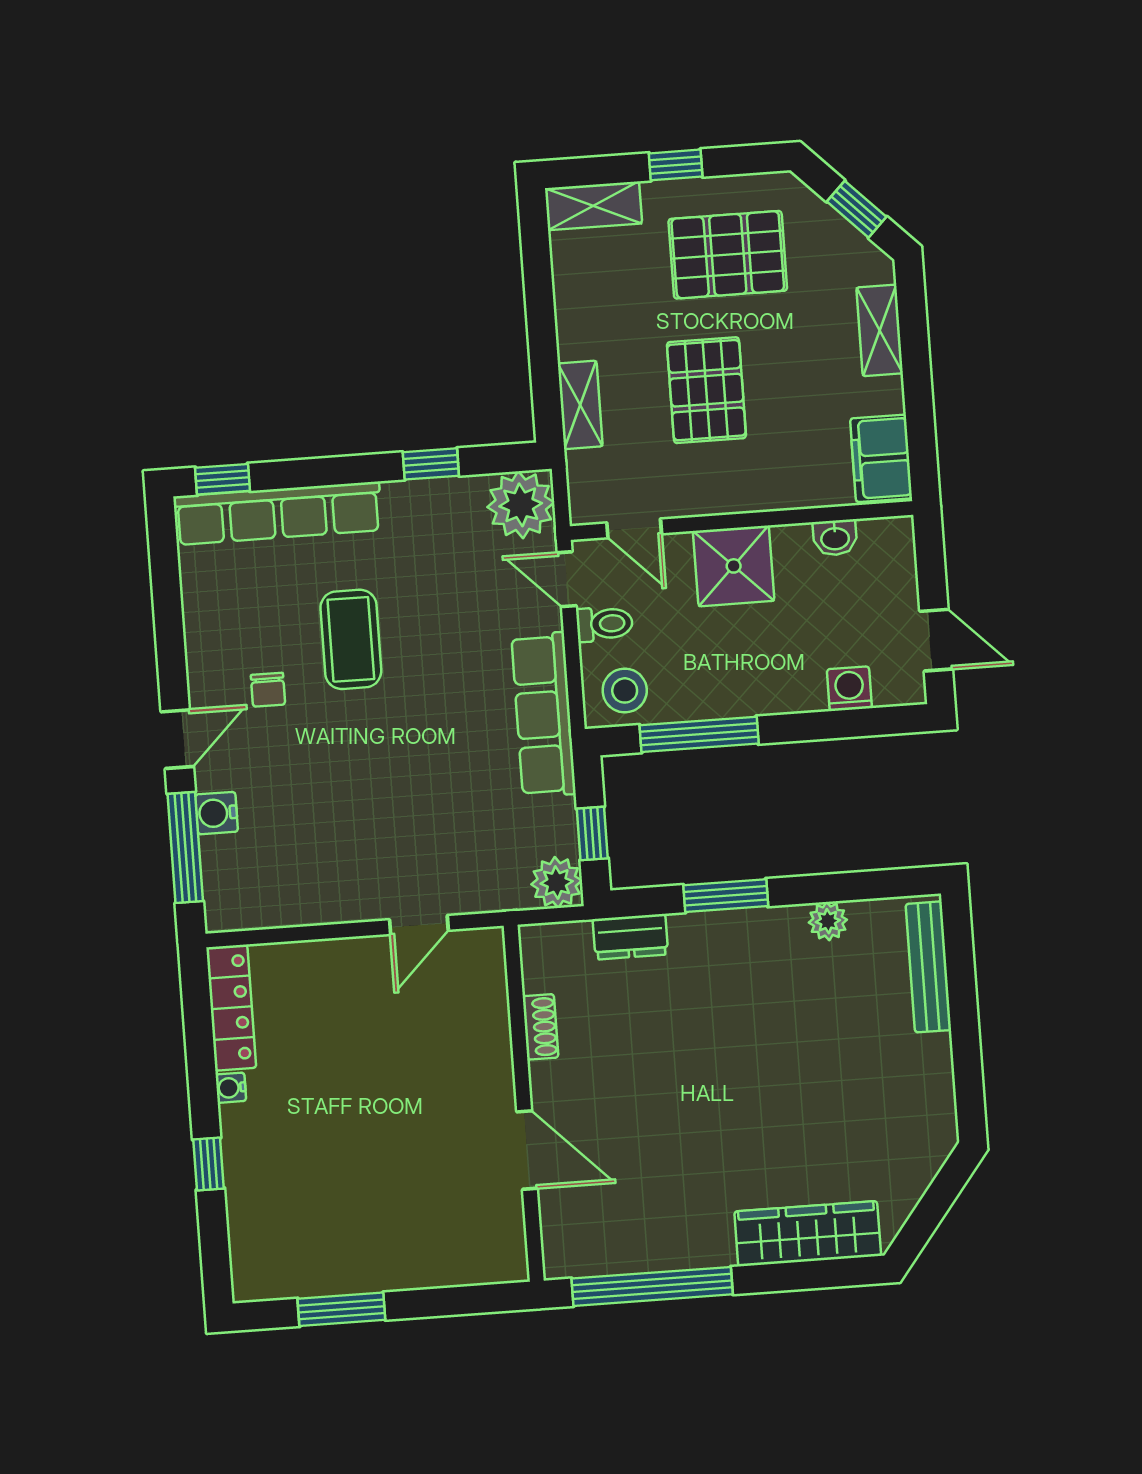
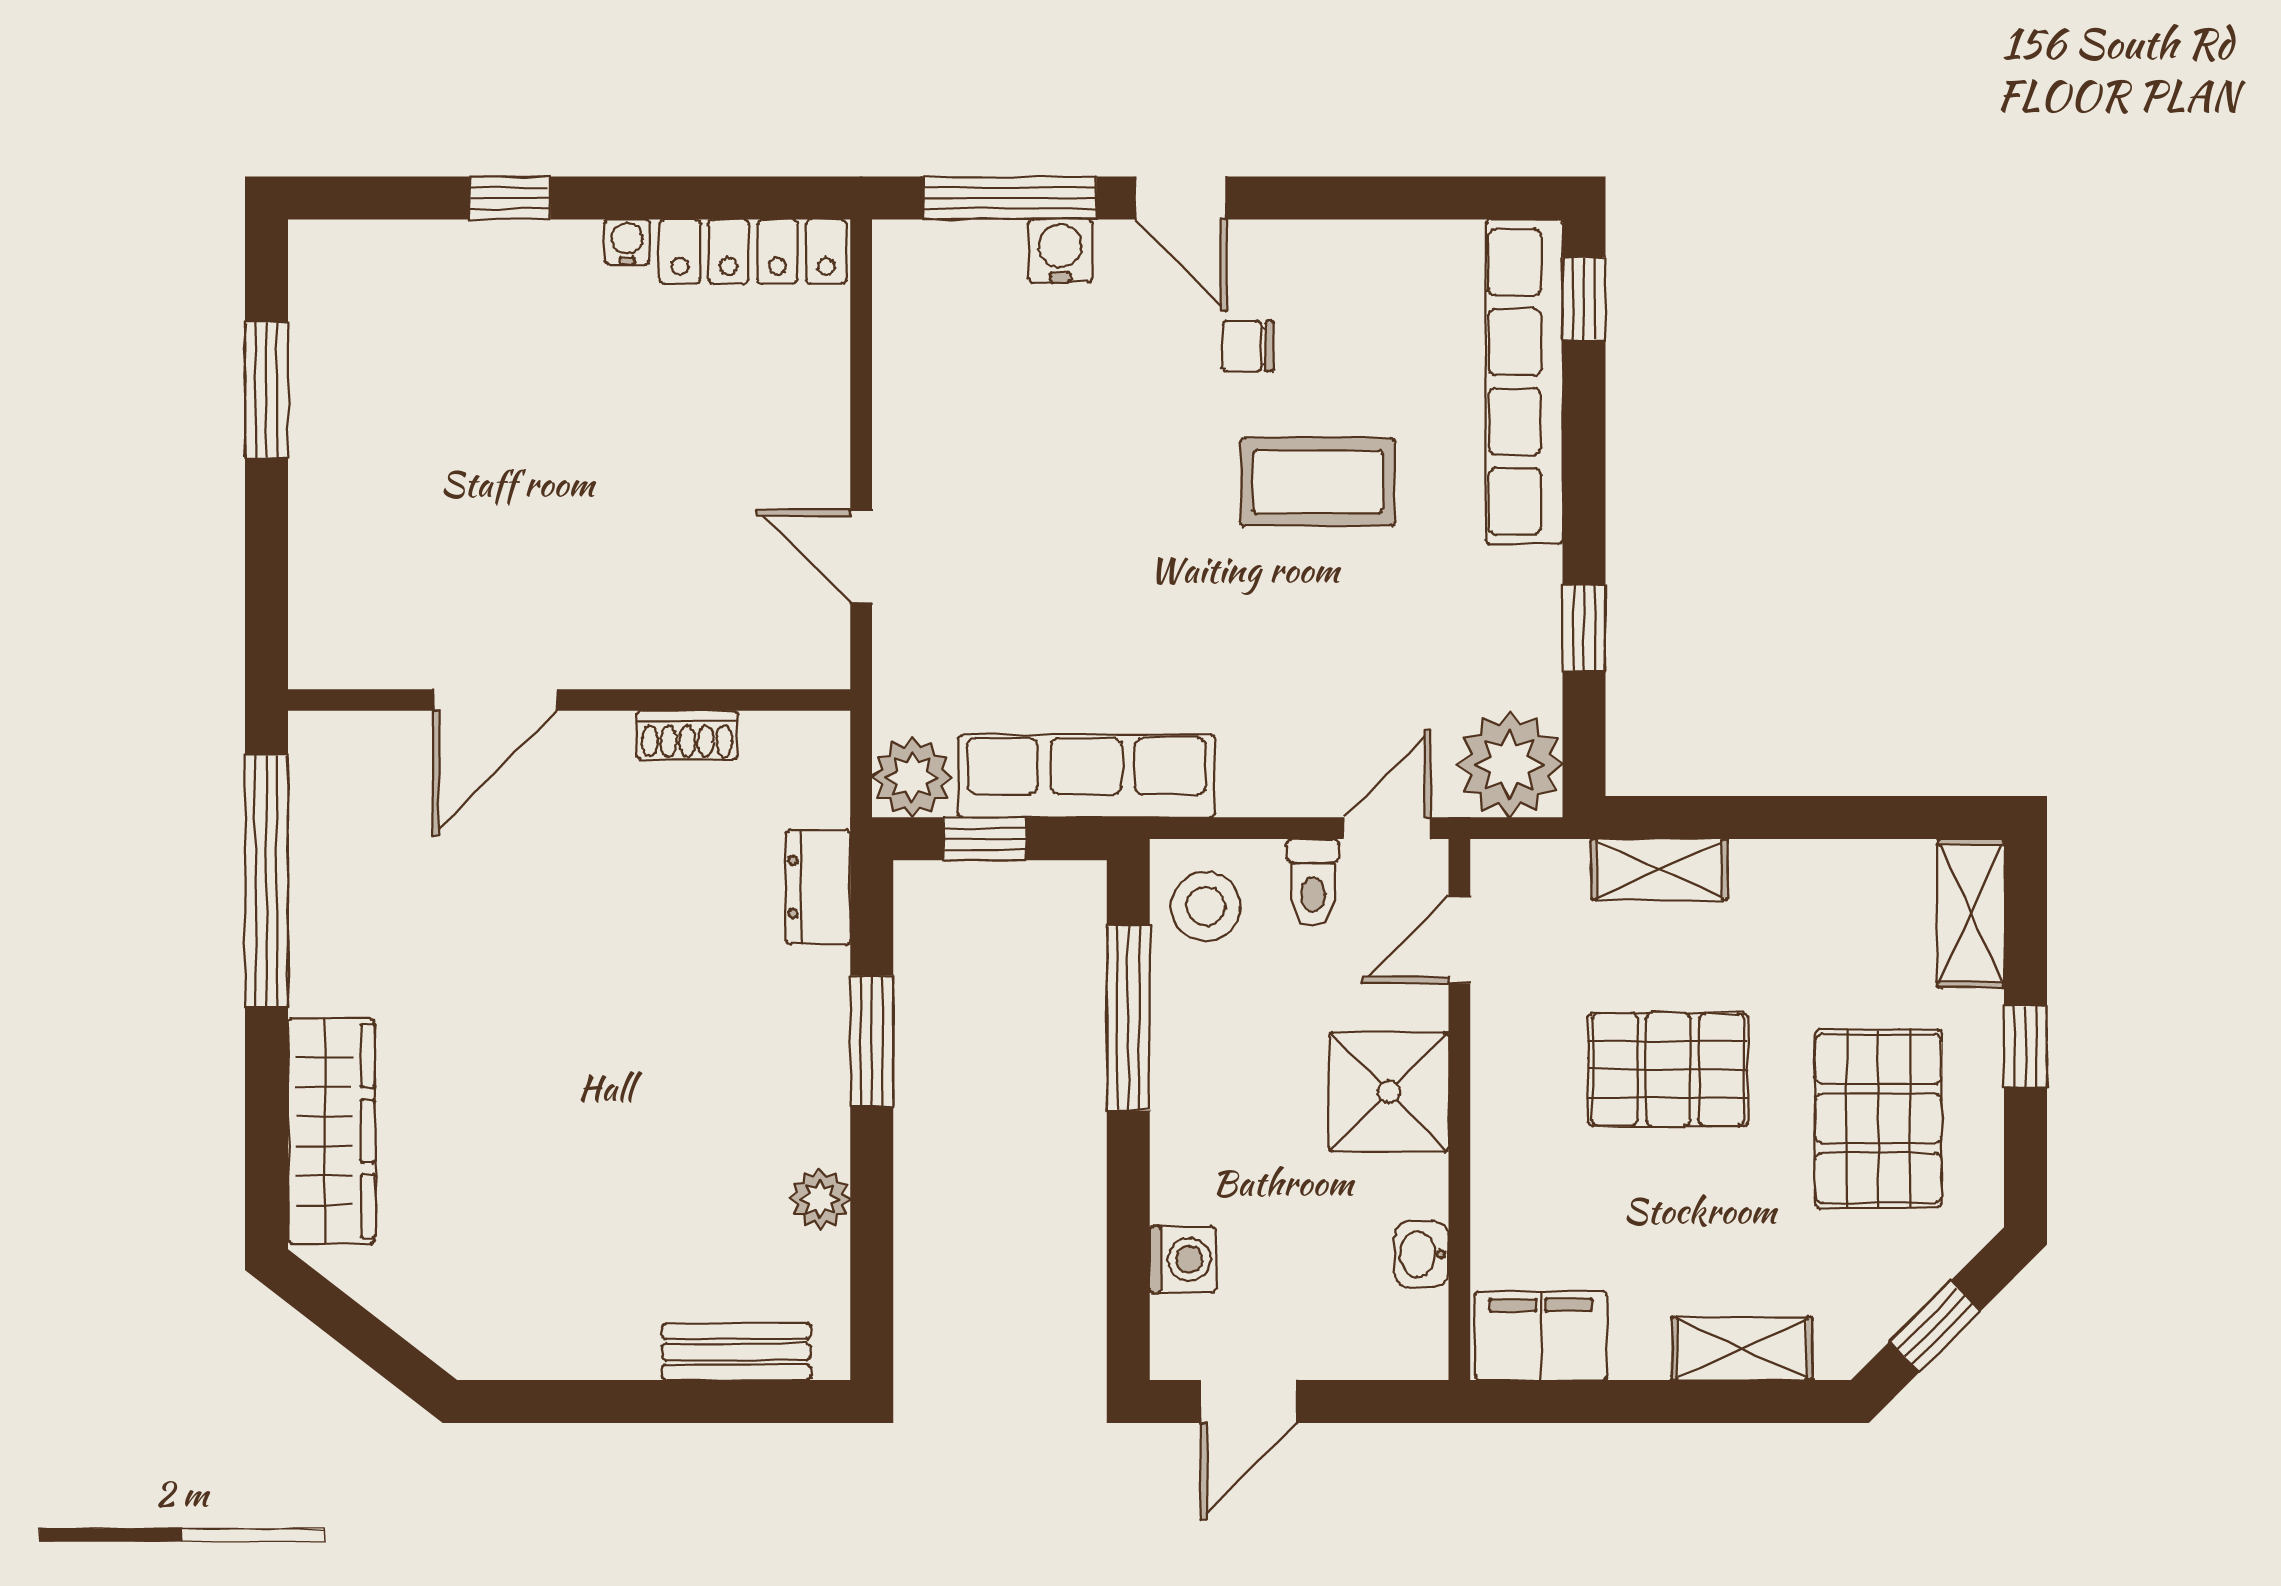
row of seats: (543, 715) -> (1086, 776), moved
bench: (928, 967) -> (736, 1352), width x0.73

